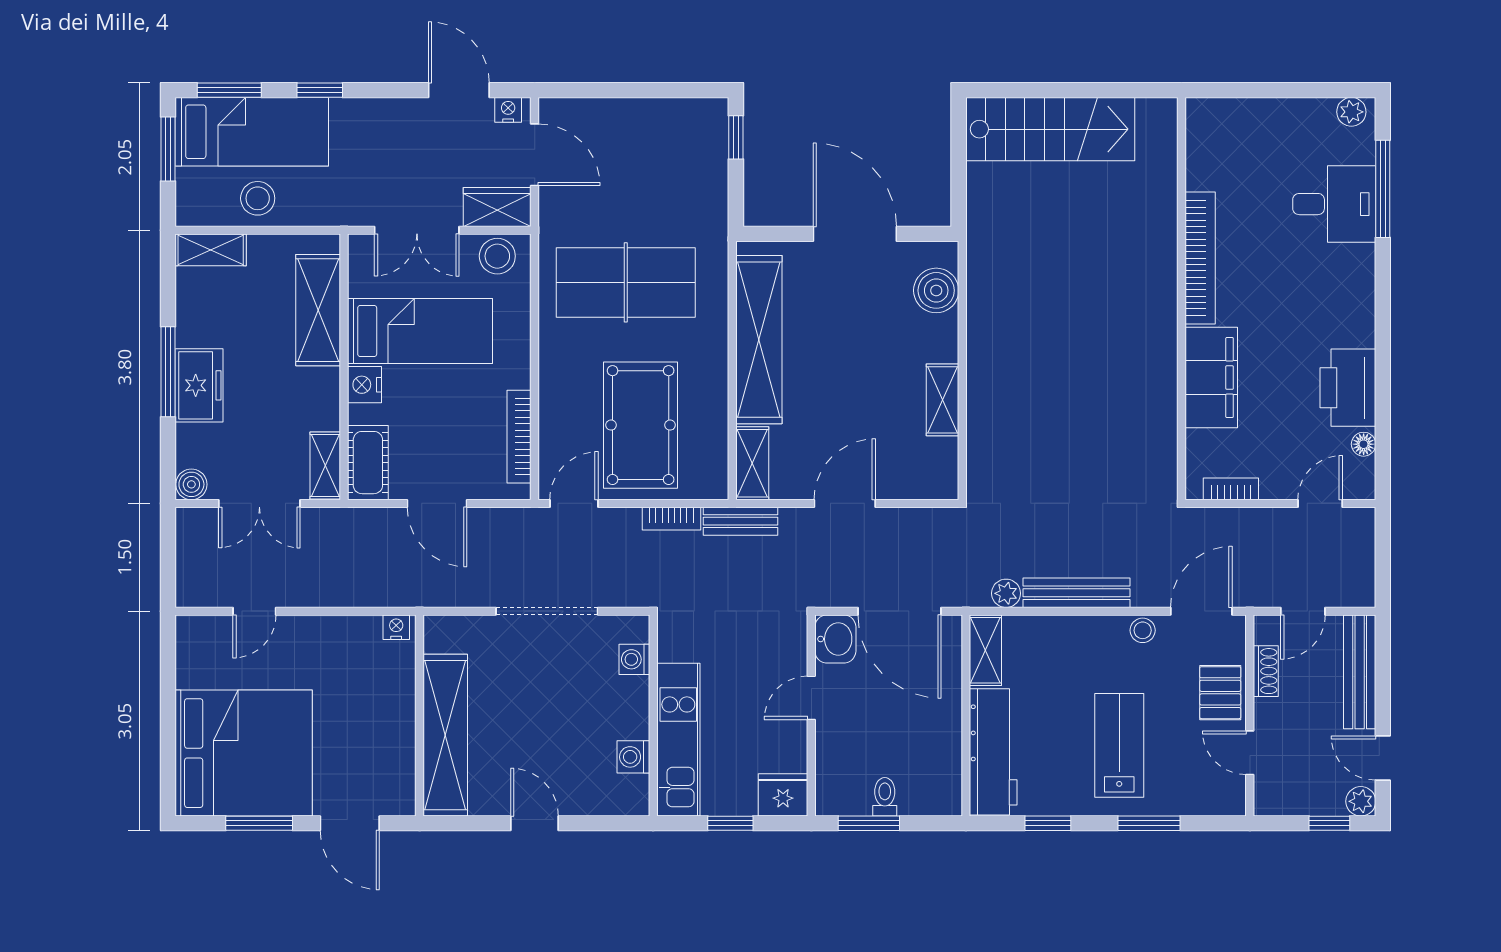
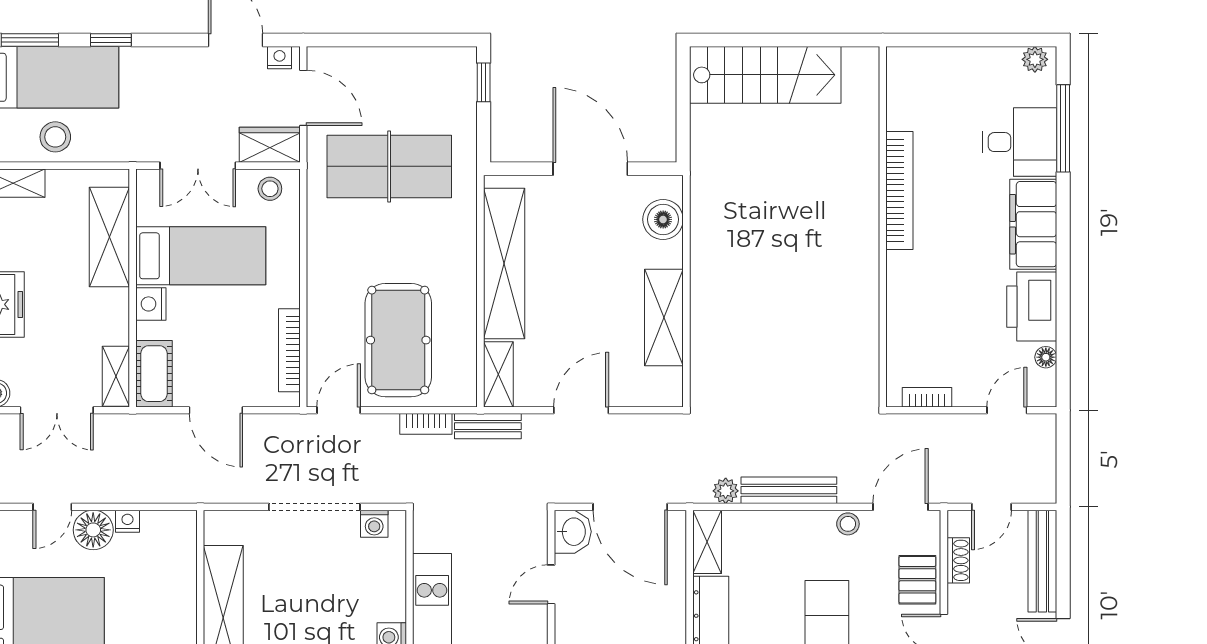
stool: (497, 256) -> (270, 189), width x0.73, depth x0.73
table tennis table: (626, 282) -> (389, 166), moved
filing cabinet: (1211, 378) -> (1033, 224), moved, turned 180
shelving: (942, 400) -> (664, 318), width x1.50, depth x1.33
nightstand: (396, 627) -> (127, 521), moved
floor lamp: (300, 637) -> (93, 530), added
washing machine: (634, 659) -> (374, 524), moved, turned -90

